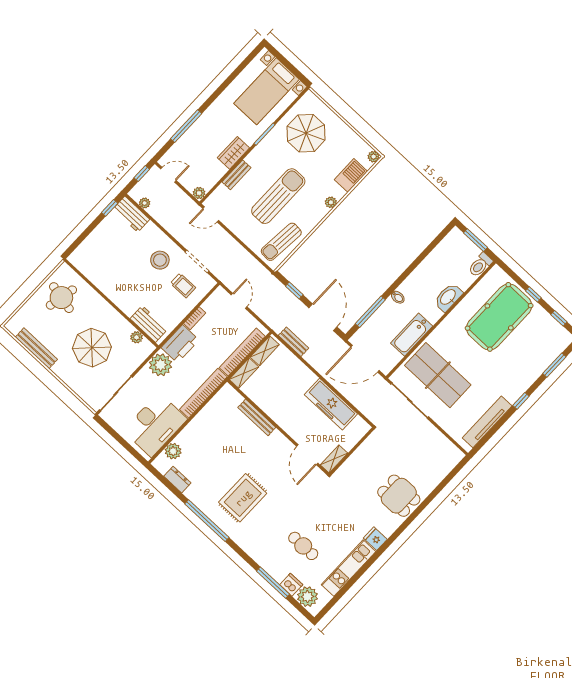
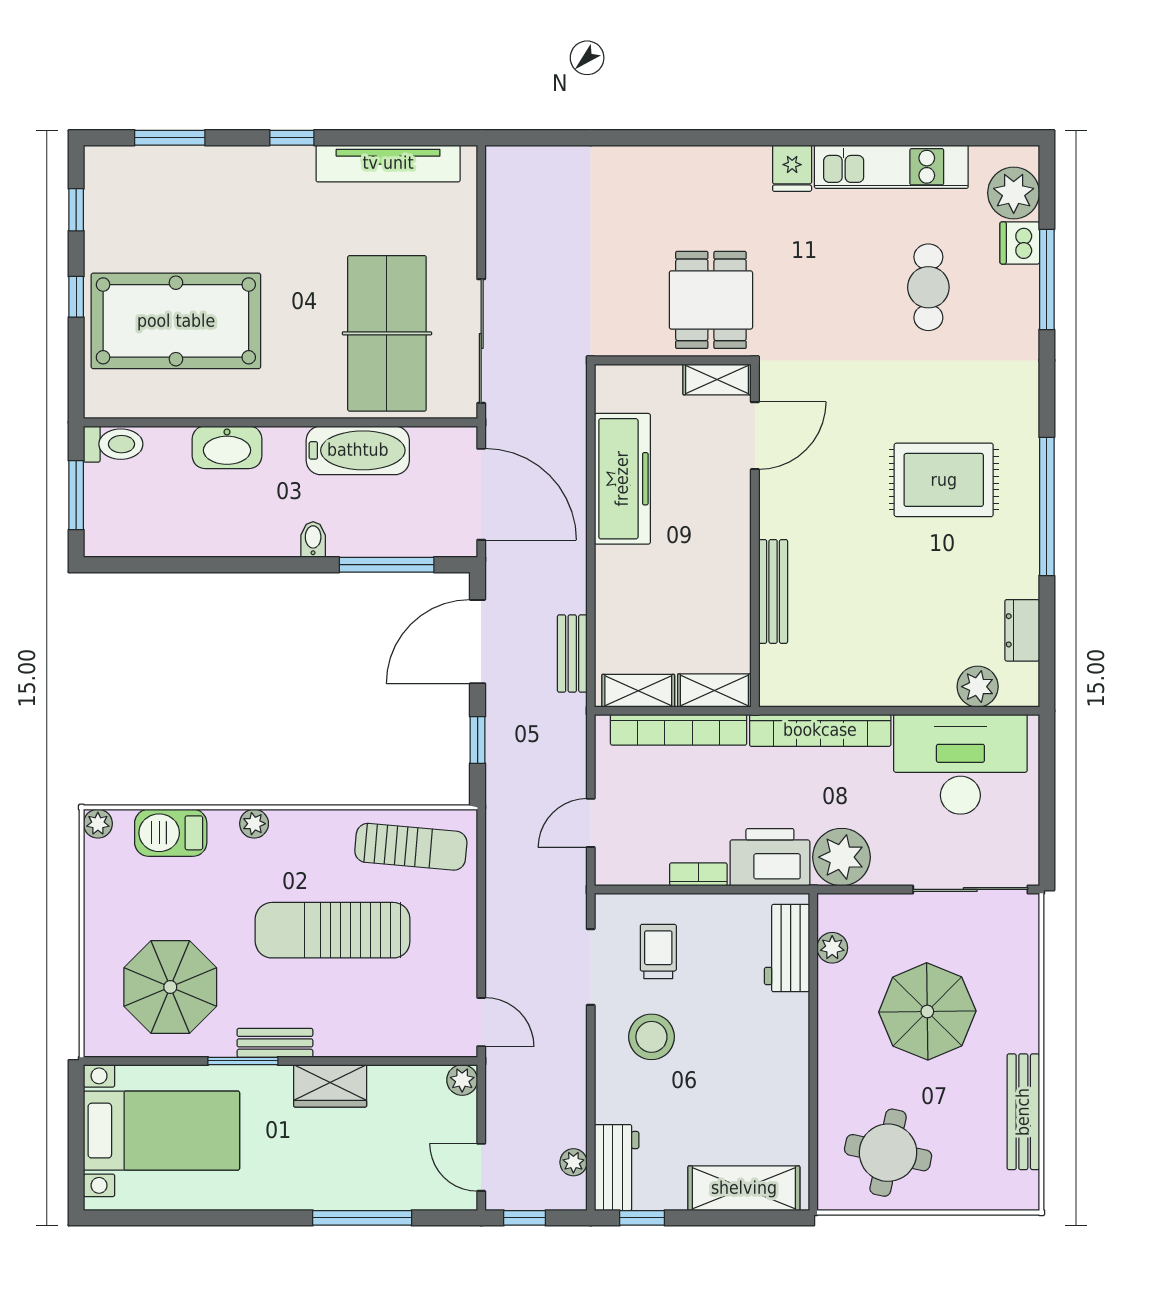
bench: (236, 175) -> (275, 1043), moved
shelving: (90, 246) -> (744, 1188), added
dining table: (399, 496) -> (711, 300), moved

